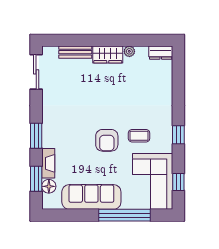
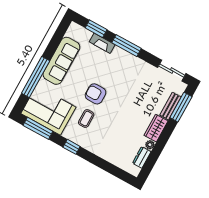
window: (70, 40) -> (181, 107), added
dresser: (161, 53) -> (142, 157), moved
window: (36, 136) -> (126, 46), width x1.44
window: (178, 182) -> (38, 128), width x2.17
floor lamp: (49, 186) -> (86, 35), removed

